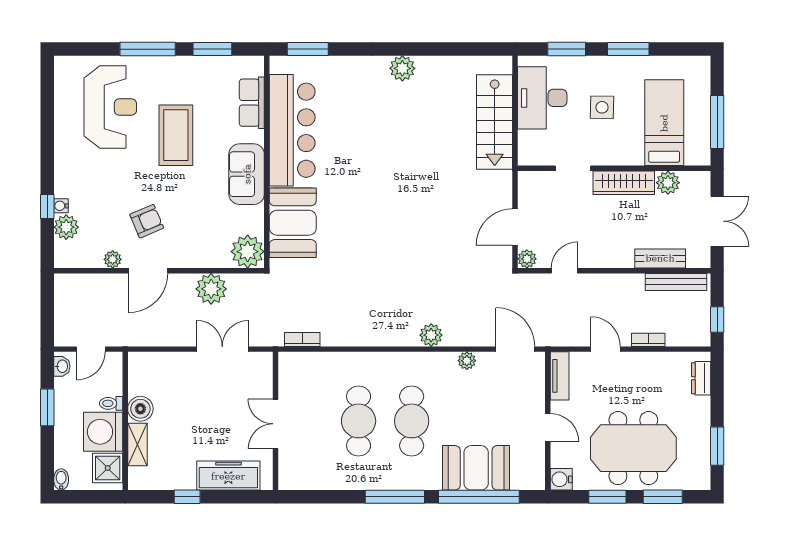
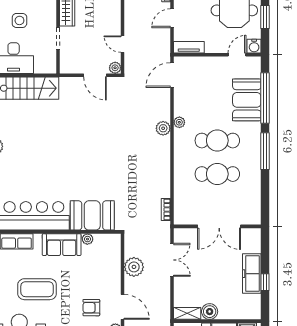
armchair: (147, 221) -> (91, 308), turned -67
plant: (248, 252) -> (87, 239), moved, width x0.53, depth x0.53
double door: (222, 349) -> (172, 260), swing flipped
plant: (467, 361) -> (179, 122), moved
double door: (275, 424) -> (219, 226), width x1.37
door: (548, 428) -> (237, 55), moved
shelving: (137, 444) -> (187, 313), moved
freezer: (228, 476) -> (252, 274), moved

